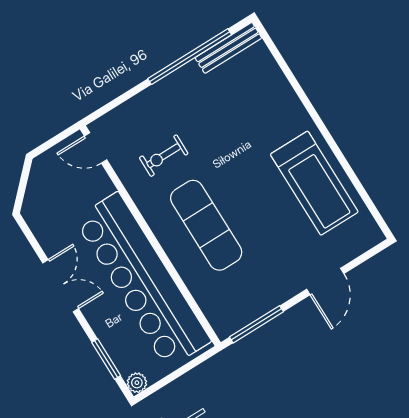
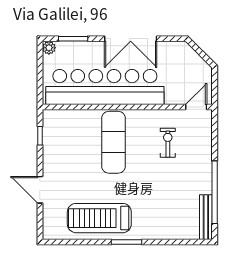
window: (323, 129) -> (127, 242), added
exercise mat: (206, 225) -> (113, 142), turned 90
double door: (61, 286) -> (131, 39), width x1.37
window: (256, 324) -> (40, 136), width x0.46

